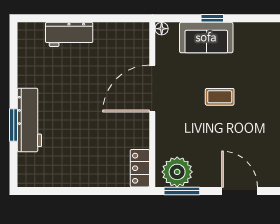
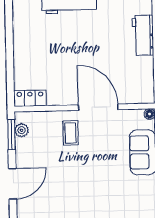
coffee table: (220, 97) -> (71, 133), moved
plant: (177, 172) -> (22, 130), width x0.53, depth x0.53

